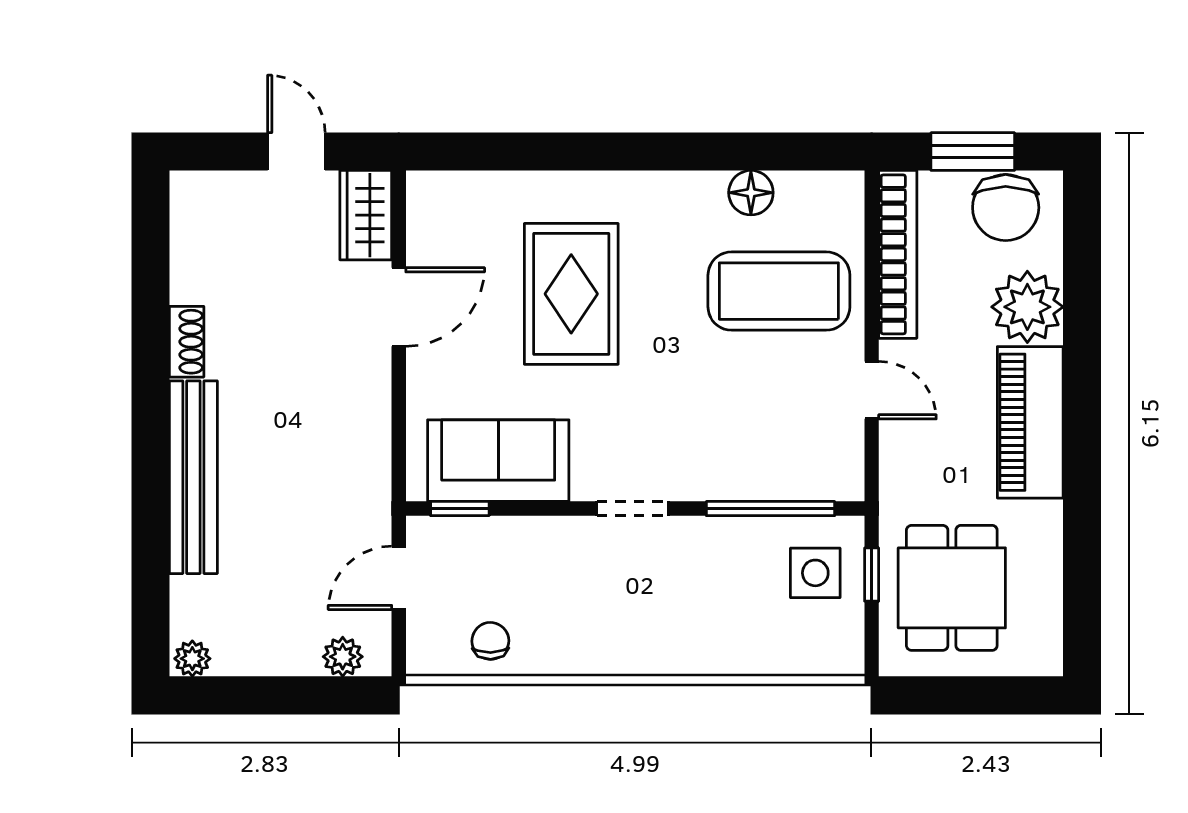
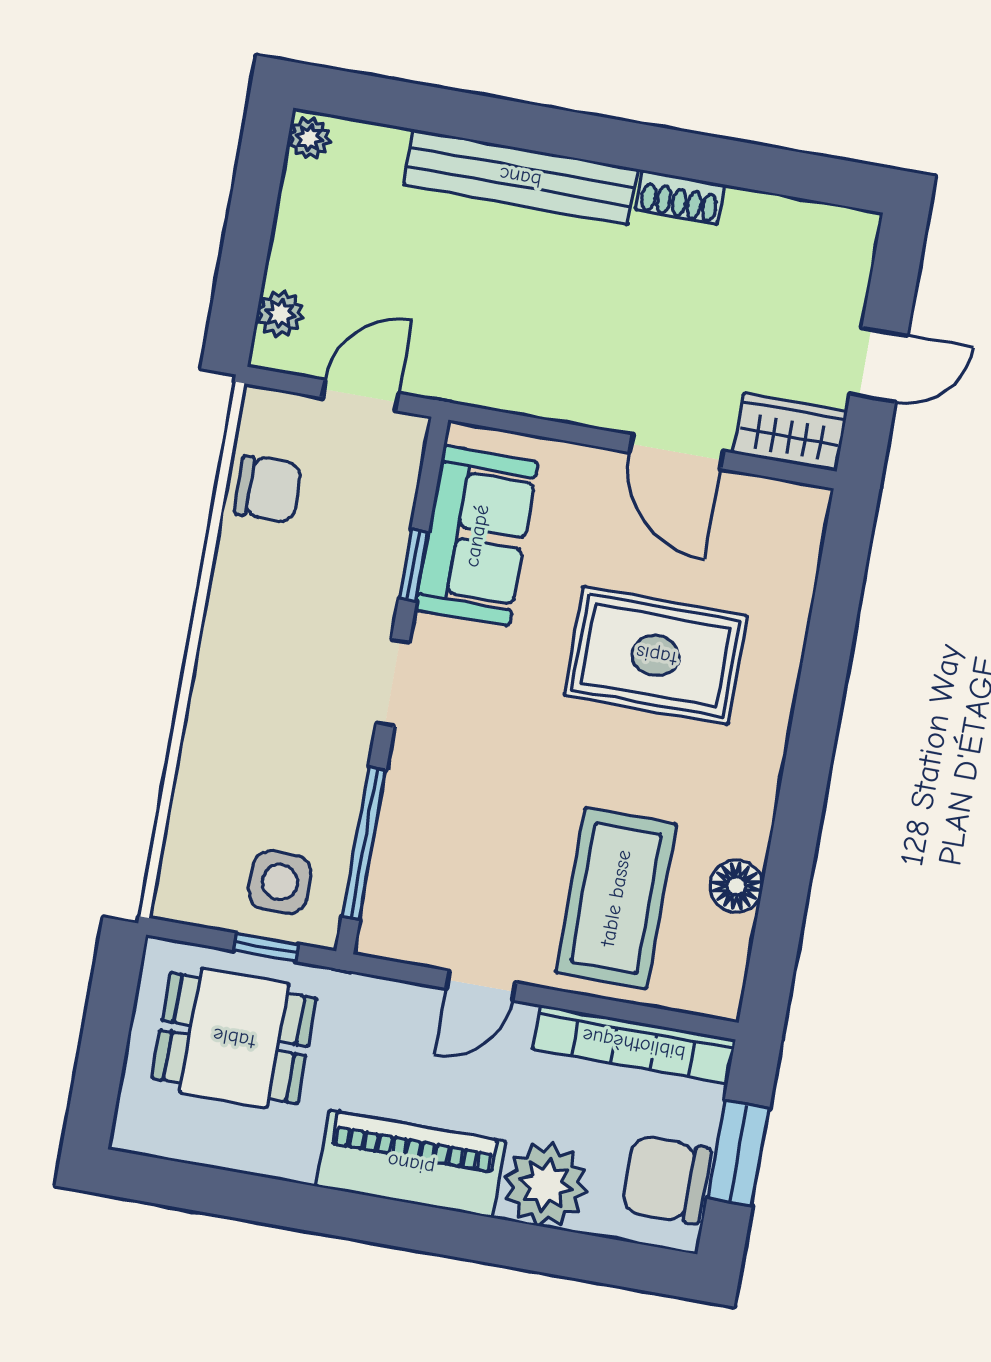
window: (460, 509) -> (414, 565), moved
door: (399, 578) -> (361, 395), hinge flipped
chair: (490, 641) -> (268, 489), width x1.37, depth x1.37

